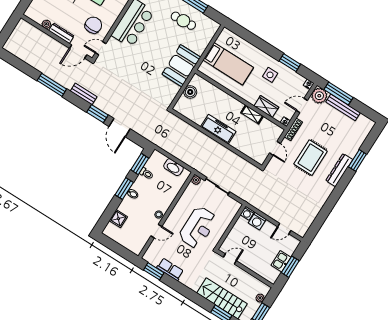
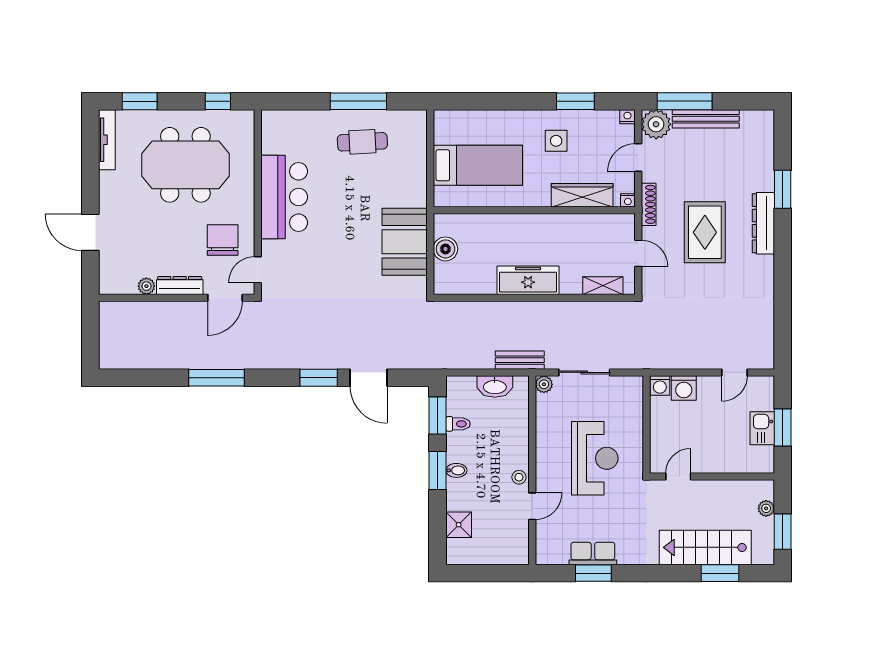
booth: (181, 66) -> (405, 242), moved
bench: (84, 94) -> (520, 360), moved
wardrobe: (266, 107) -> (582, 195), width x1.50
shelving: (252, 114) -> (603, 286), moved
window: (154, 271) -> (593, 573), moved

